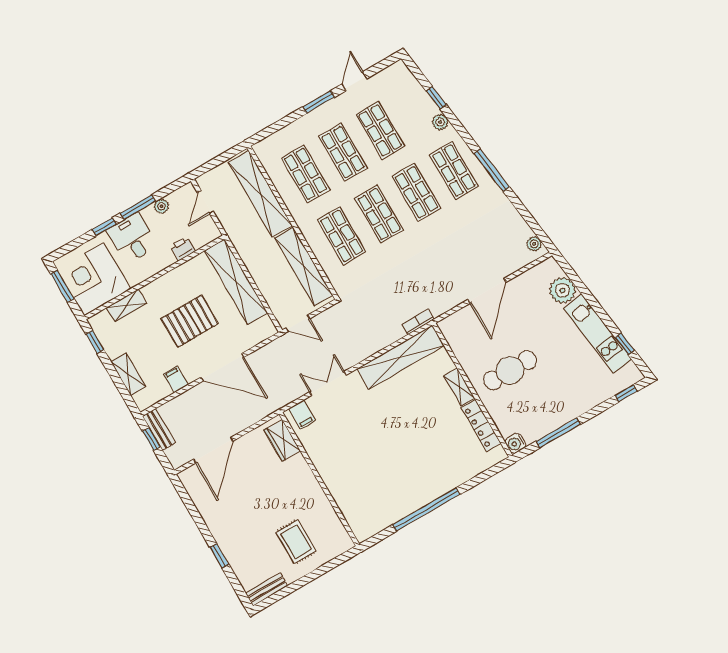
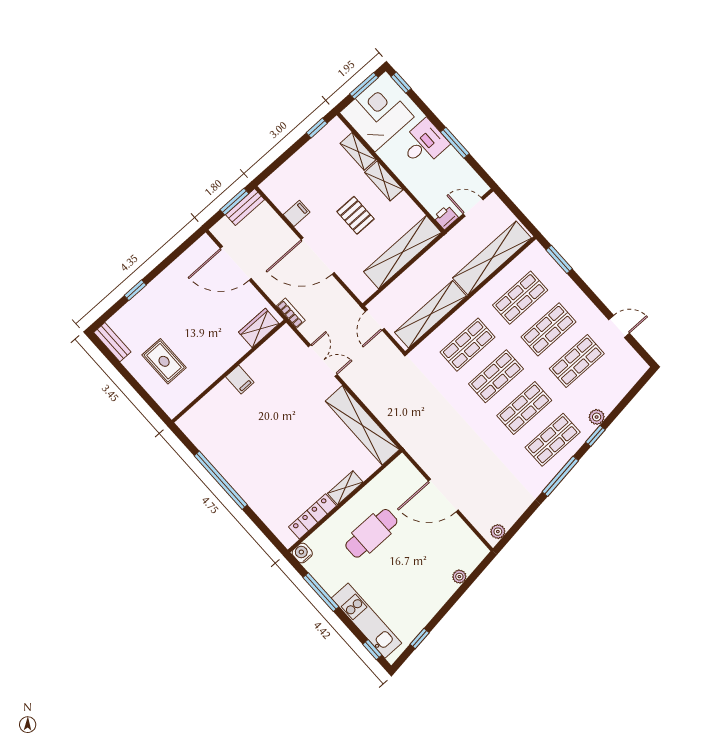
window: (436, 98) -> (595, 436), moved
window: (319, 102) -> (559, 259), moved
plant: (161, 206) -> (460, 165), removed
window: (104, 227) -> (401, 83), moved
printer: (183, 249) -> (446, 217), moved, turned -90
plant: (562, 290) -> (459, 577), width x0.53, depth x0.53
pallet: (190, 321) -> (355, 215), width x0.67, depth x0.71
bookcase: (418, 322) -> (291, 313), moved
kitchen unit: (598, 334) -> (366, 621), moved, turned 97
door: (223, 367) -> (318, 256), hinge flipped
cafe table: (510, 370) -> (371, 533), turned 90
shelving: (128, 374) -> (384, 181), moved, turned 90
filing cabinet: (302, 415) -> (240, 380), moved, turned -90
window: (151, 439) -> (234, 202), width x1.50
rug: (296, 542) -> (164, 361), turned 90

